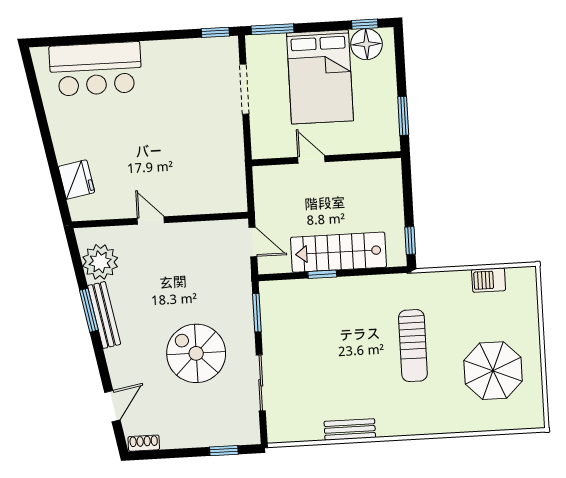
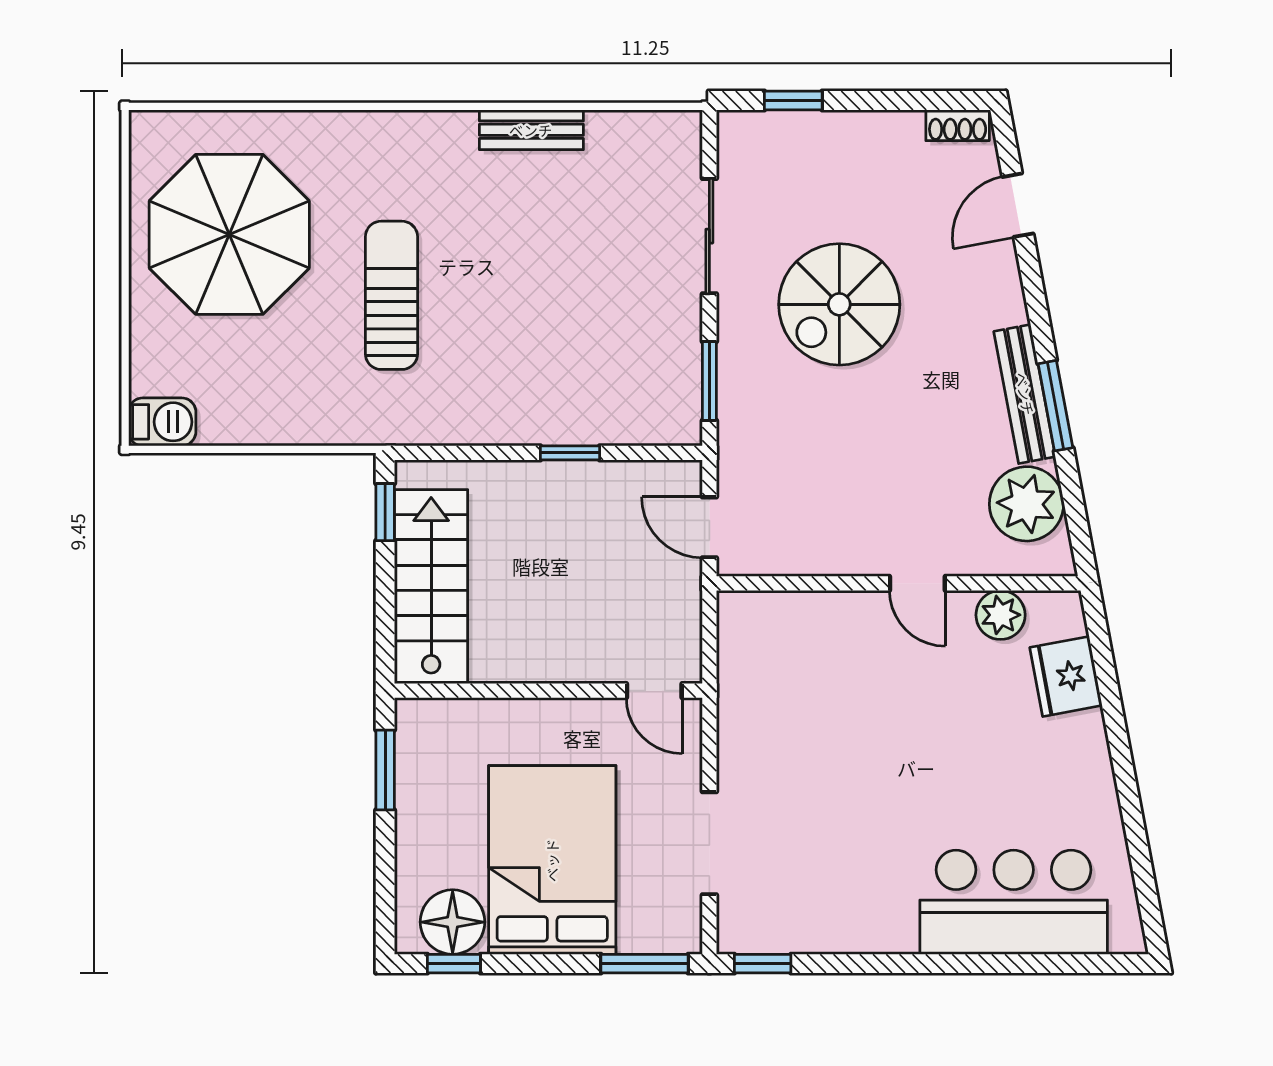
door: (311, 159) -> (654, 691), moved
plant: (110, 208) -> (1001, 615), added
stairs: (339, 252) -> (431, 587), moved, turned -90
barbecue: (489, 280) -> (162, 422), moved
spiral stairs: (196, 353) -> (839, 304), turned 90
parasol: (493, 371) -> (229, 234), width x1.36, depth x1.36

